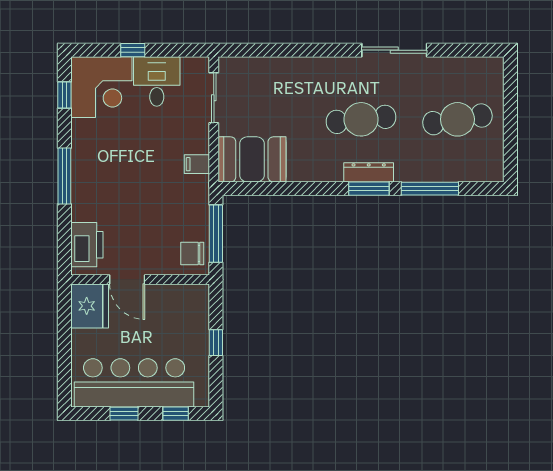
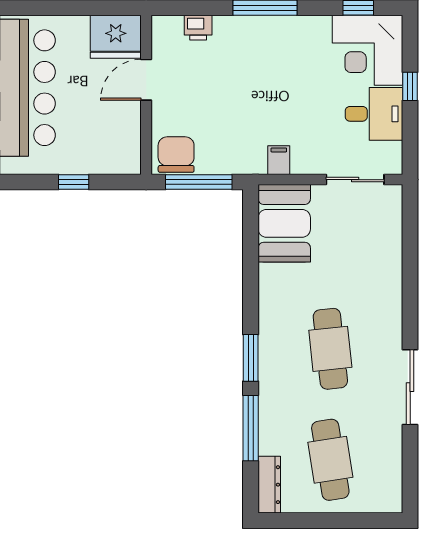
dresser: (369, 172) -> (269, 485), moved
printer: (87, 245) -> (198, 28), width x0.53, depth x0.68
chair: (192, 253) -> (176, 155), width x1.37, depth x1.37

